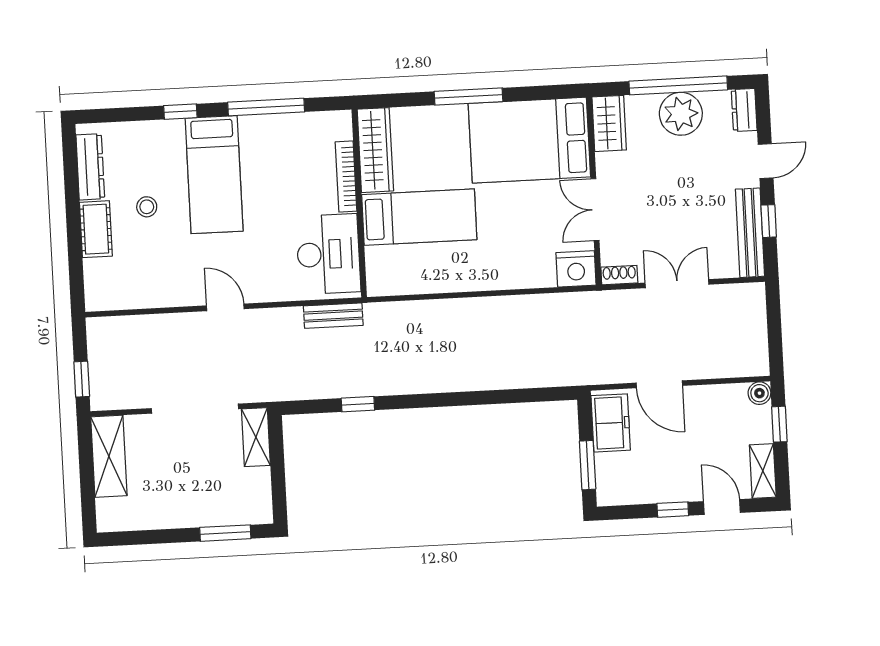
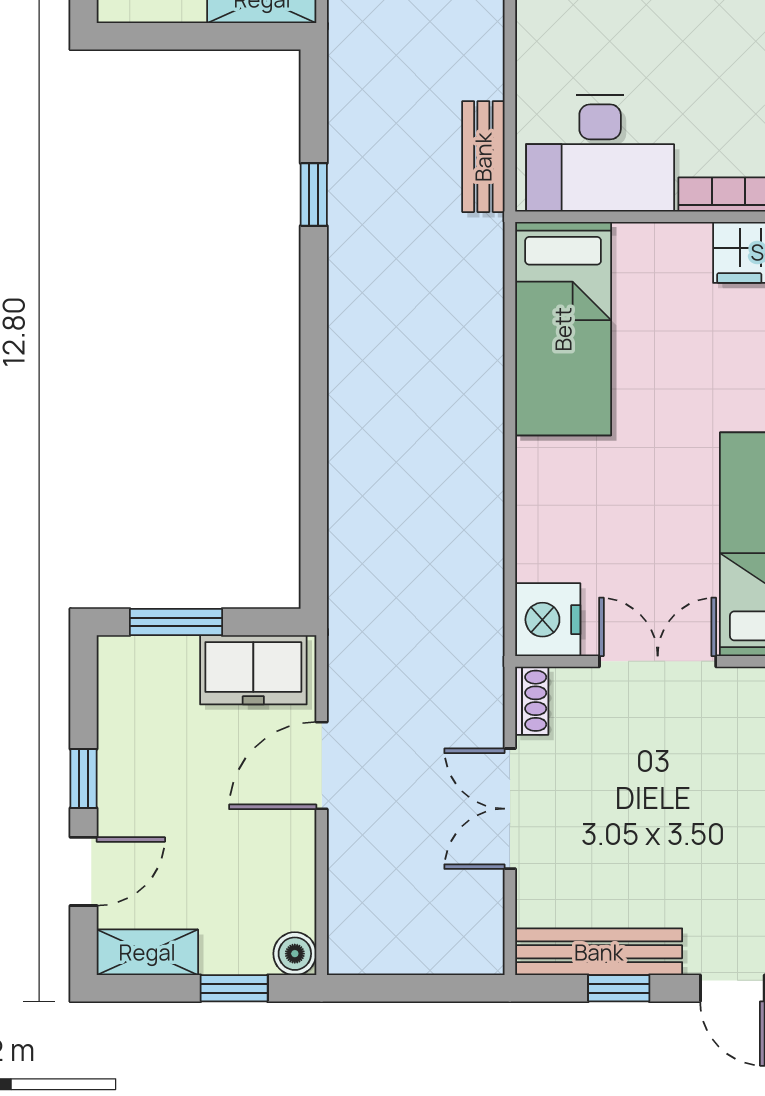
bed: (419, 217) -> (563, 329), moved
double door: (677, 284) -> (510, 809), swing flipped

